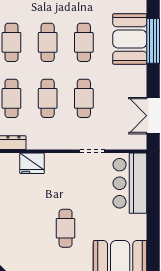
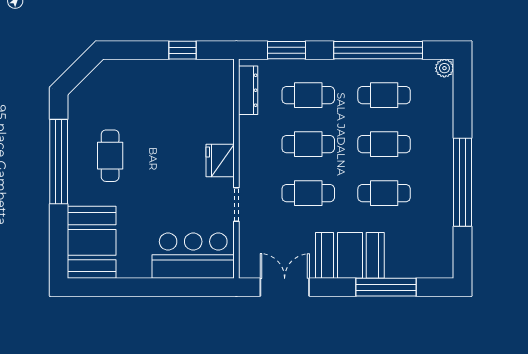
booth: (130, 39) -> (350, 255), moved
fridge: (32, 163) -> (220, 160), moved
cafe table: (66, 228) -> (110, 156), moved, turned 90

